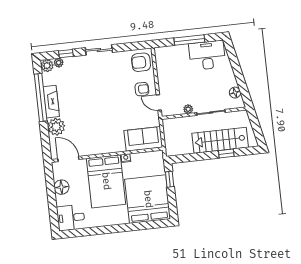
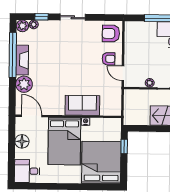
sofa: (143, 139) -> (82, 105), moved

